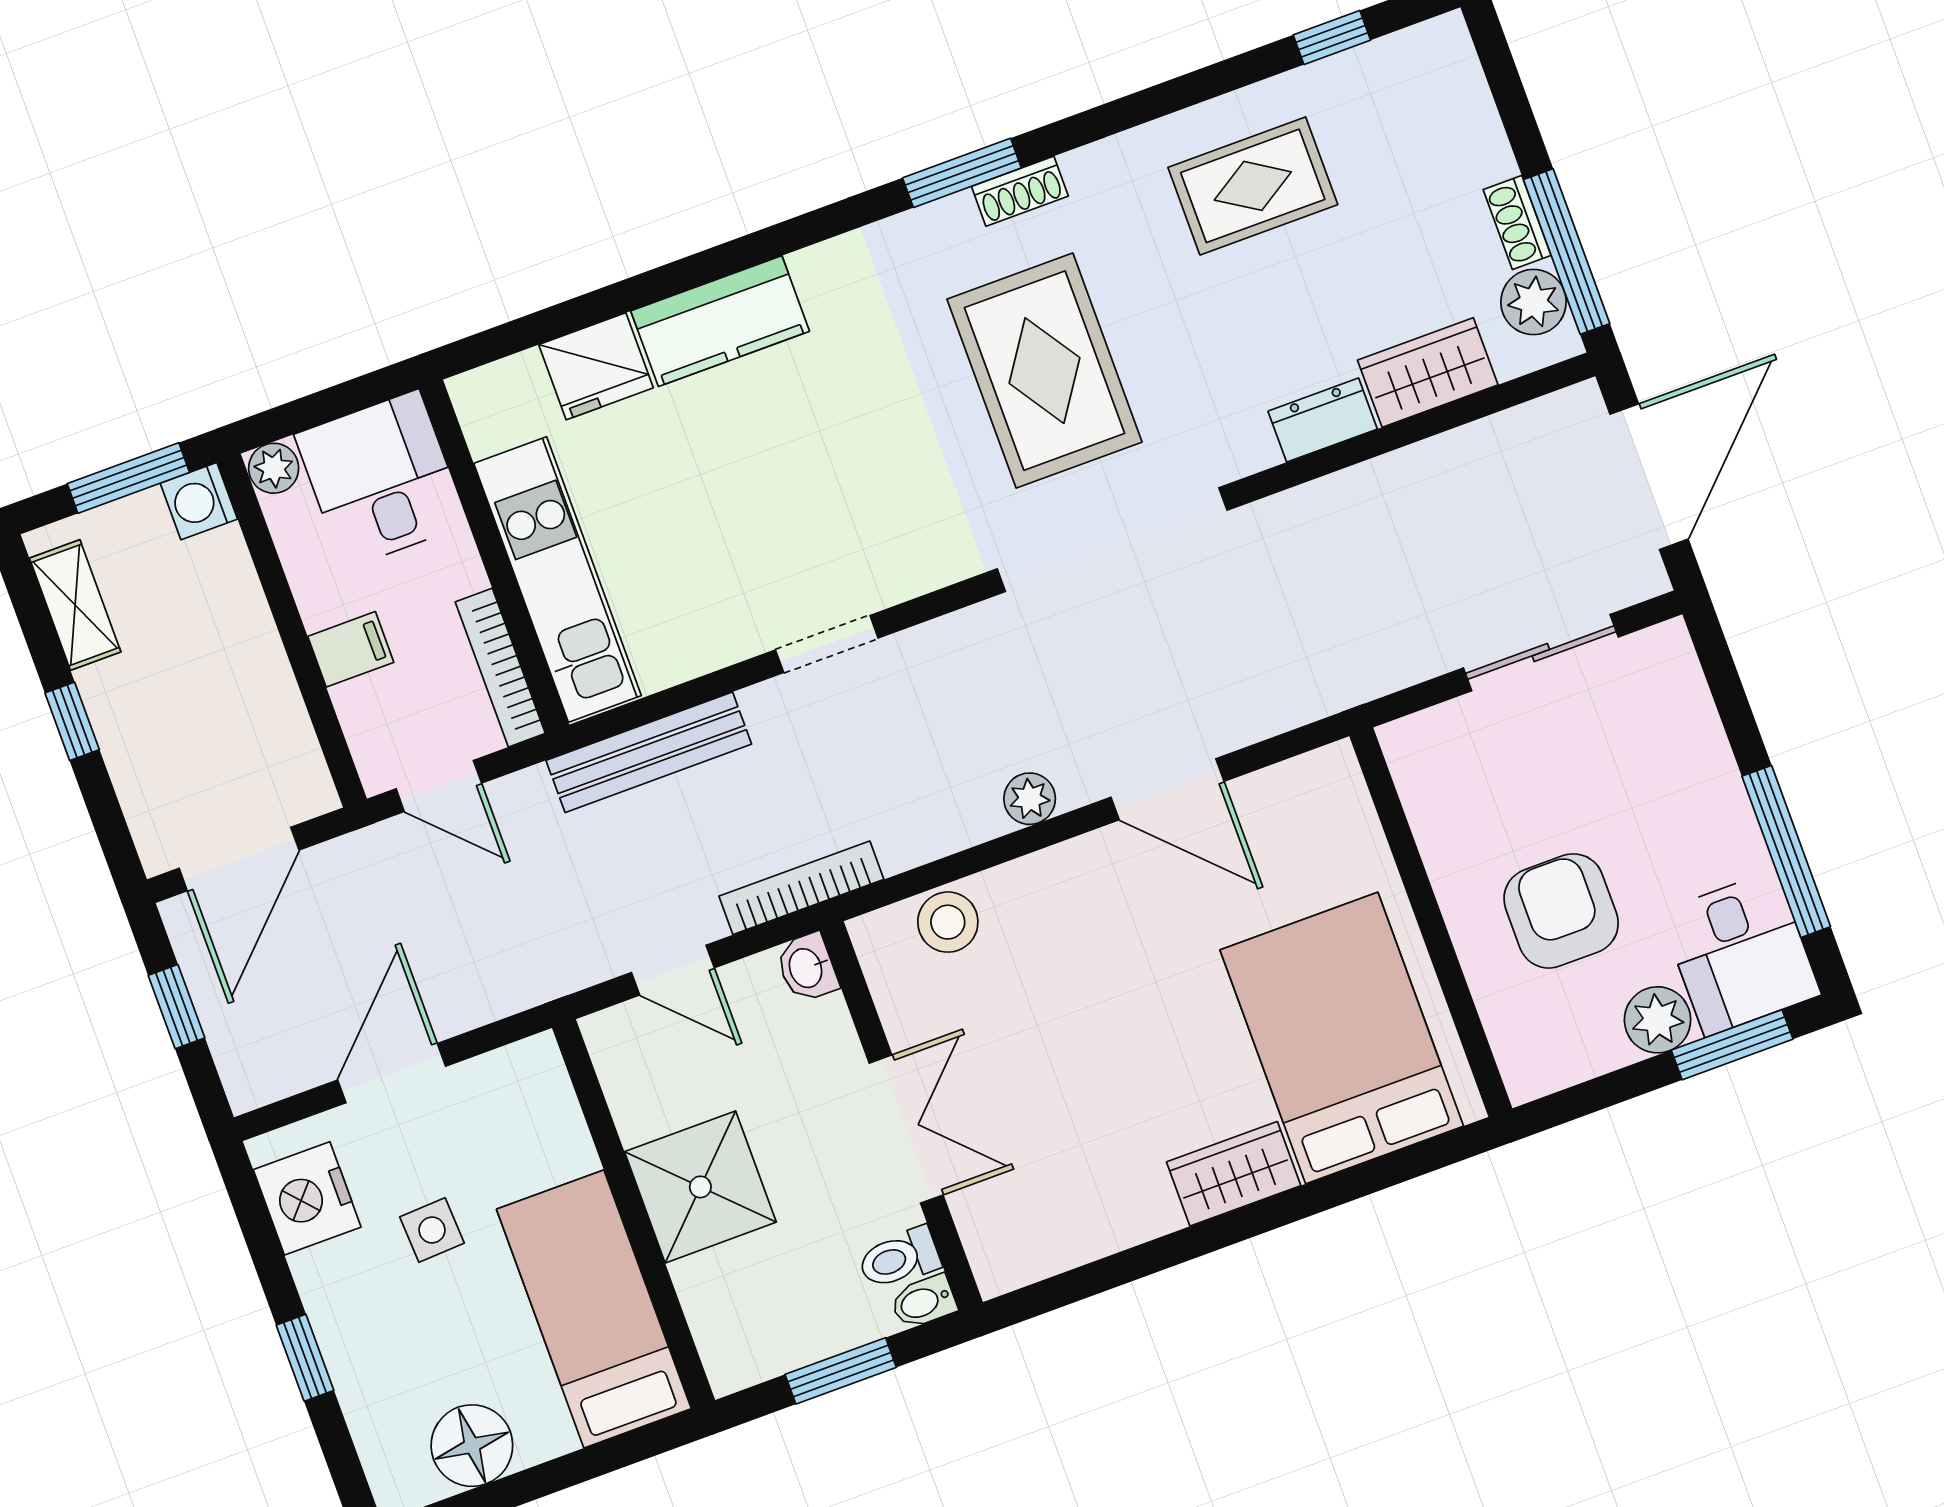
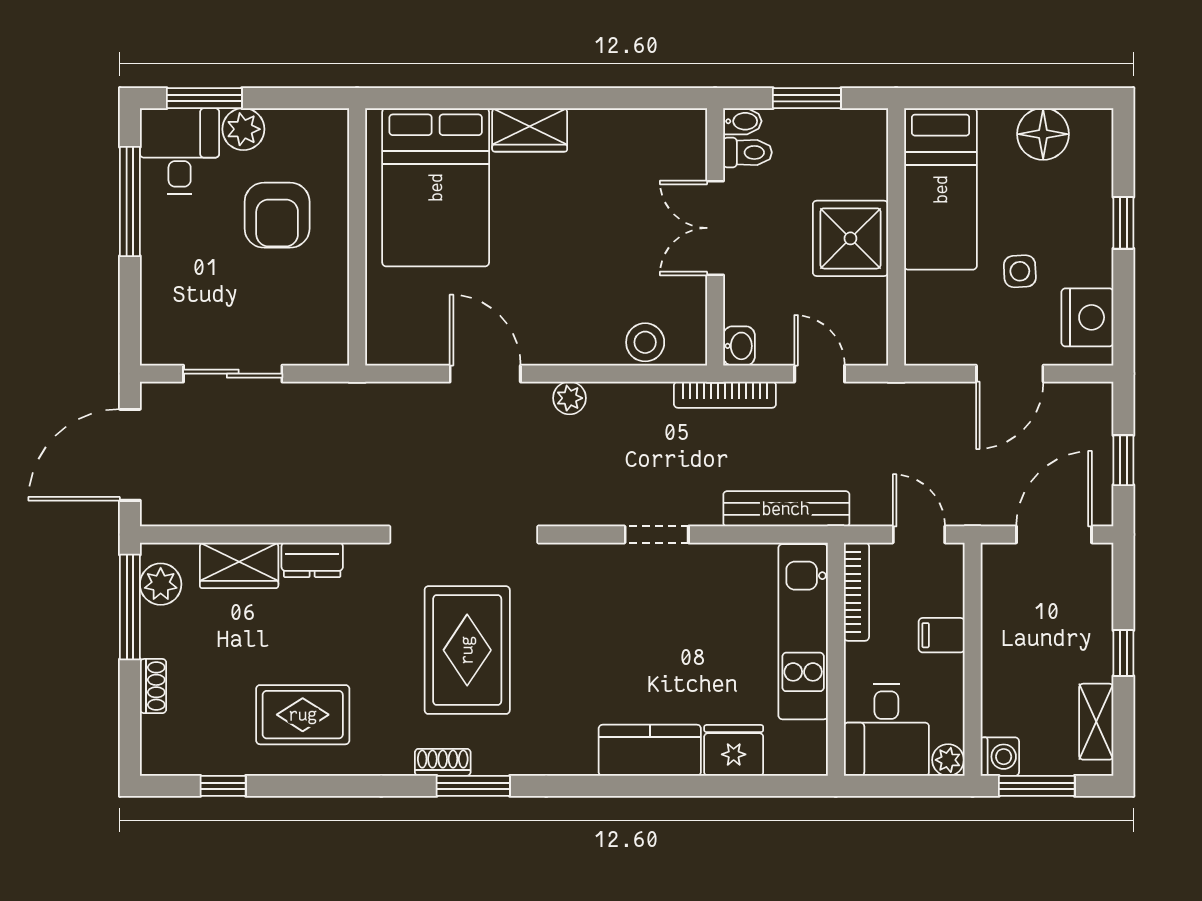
shoe rack: (1517, 222) -> (153, 686), moved

